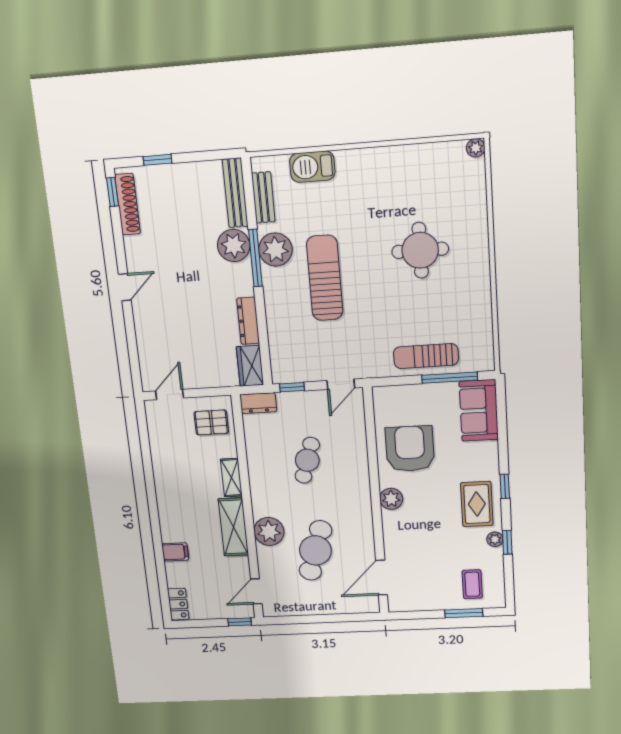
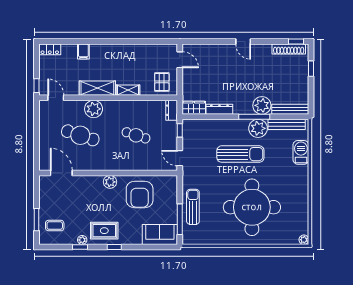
bench: (263, 197) -> (287, 124), width x1.36
round table: (420, 250) -> (252, 207), width x1.86, depth x1.86
armchair: (410, 449) -> (140, 194), turned 90

